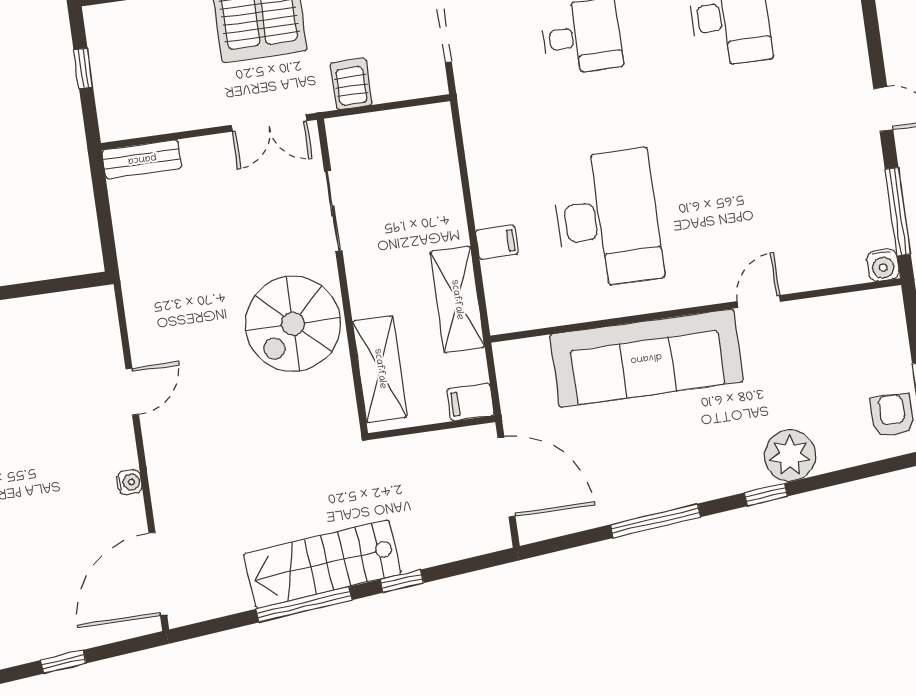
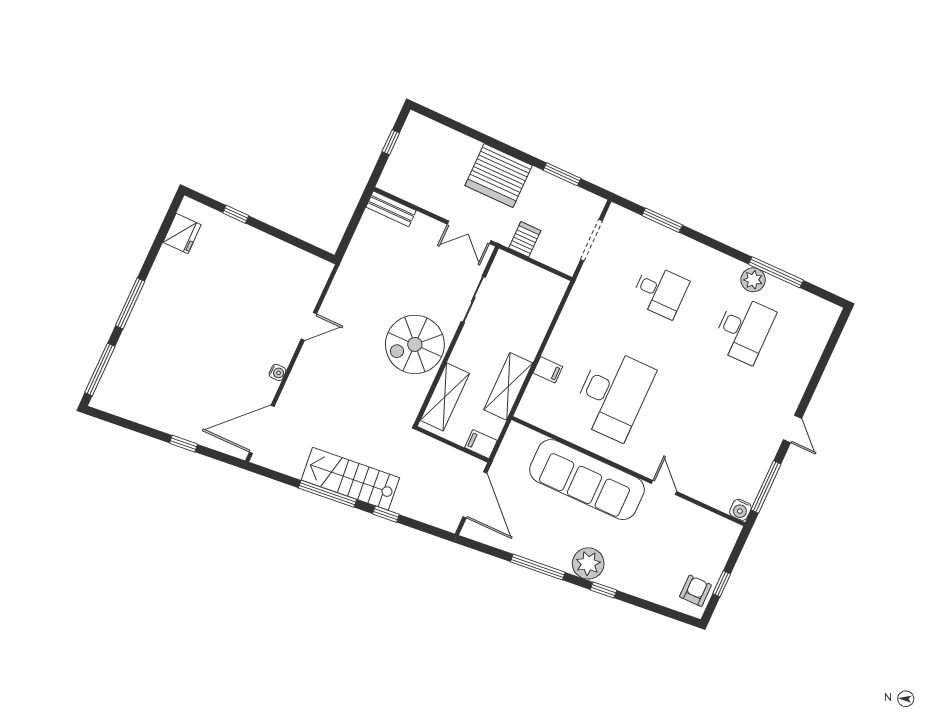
door: (759, 302) -> (664, 487), hinge flipped
plant: (790, 455) -> (588, 563), moved

